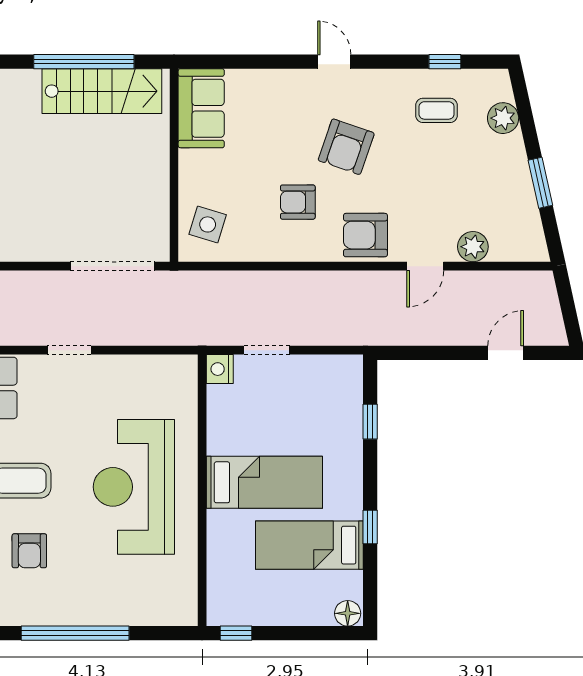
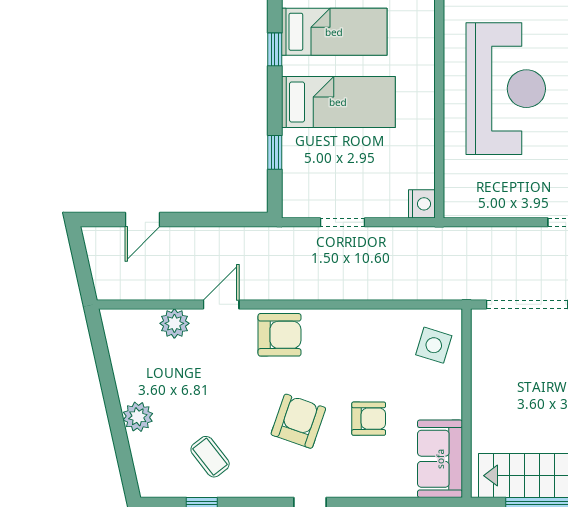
coffee table: (437, 110) -> (210, 457), turned 52
plant: (503, 118) -> (138, 417), moved
window: (540, 183) -> (108, 386), removed
armchair: (298, 202) -> (369, 419), moved
doorway: (267, 350) -> (342, 222), moved
bed: (264, 482) -> (338, 102), moved, turned 180

